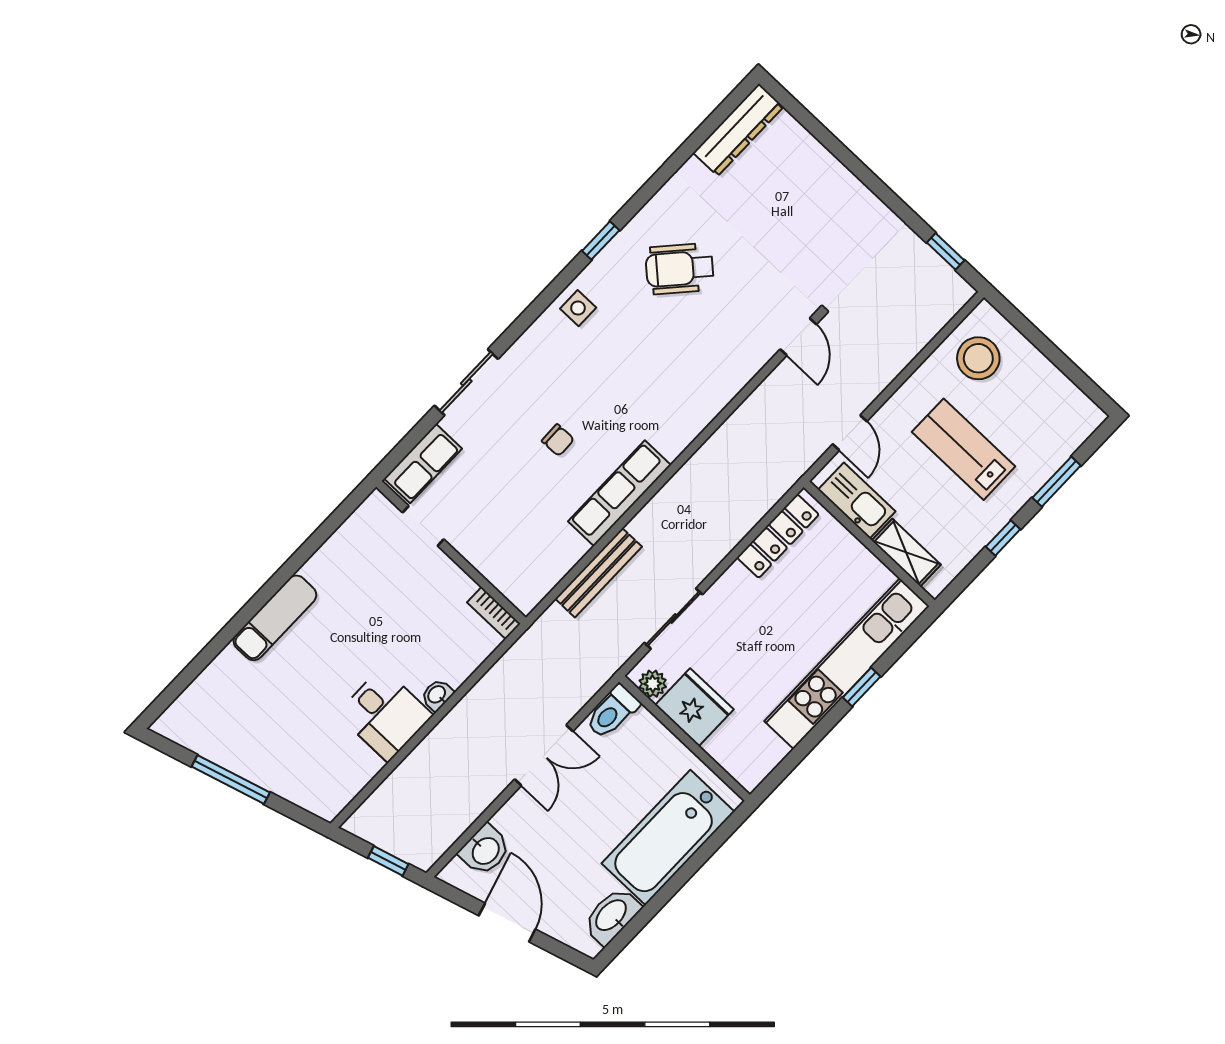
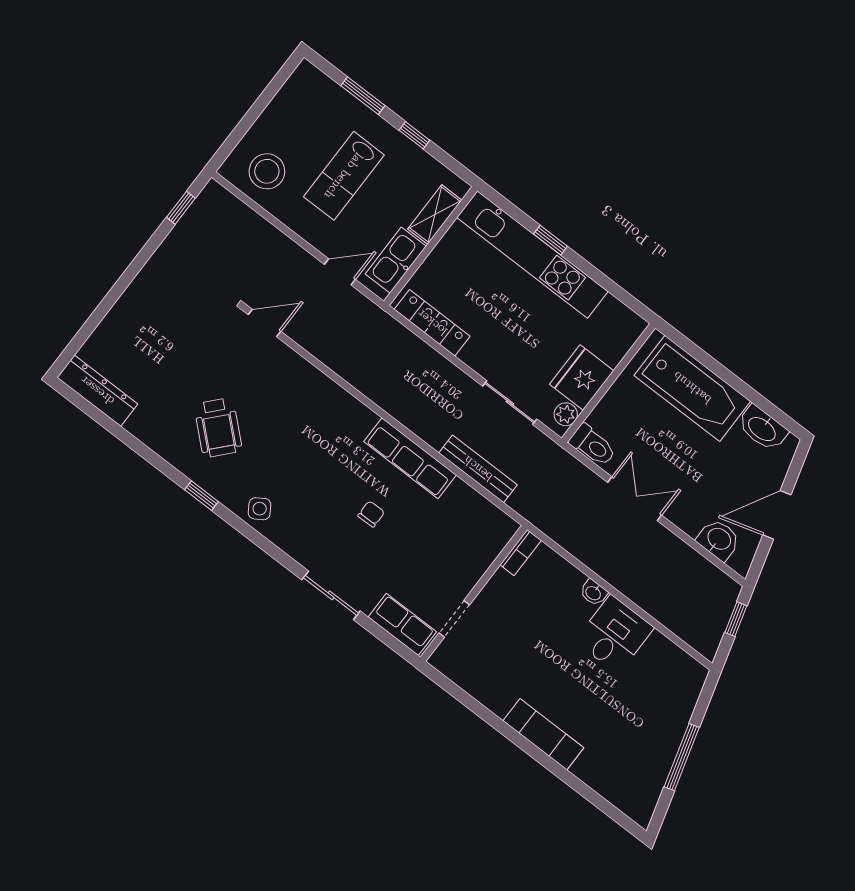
side table: (578, 308) -> (260, 509), turned -33

